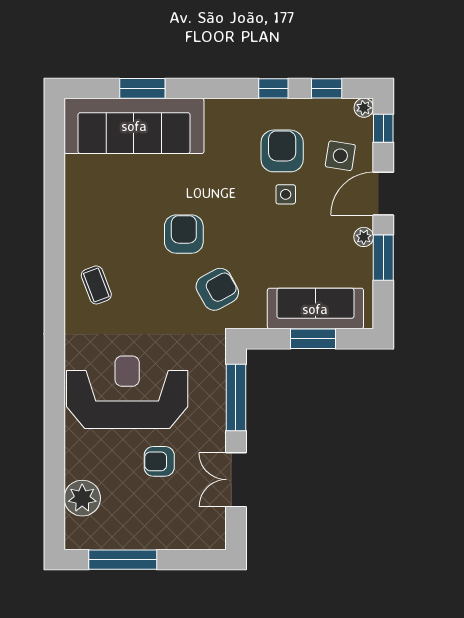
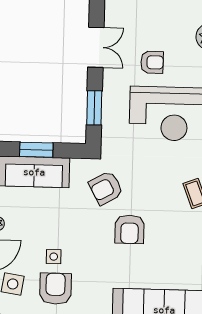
armchair: (282, 151) -> (55, 289), turned 180
window: (236, 397) -> (94, 108), width x0.69

